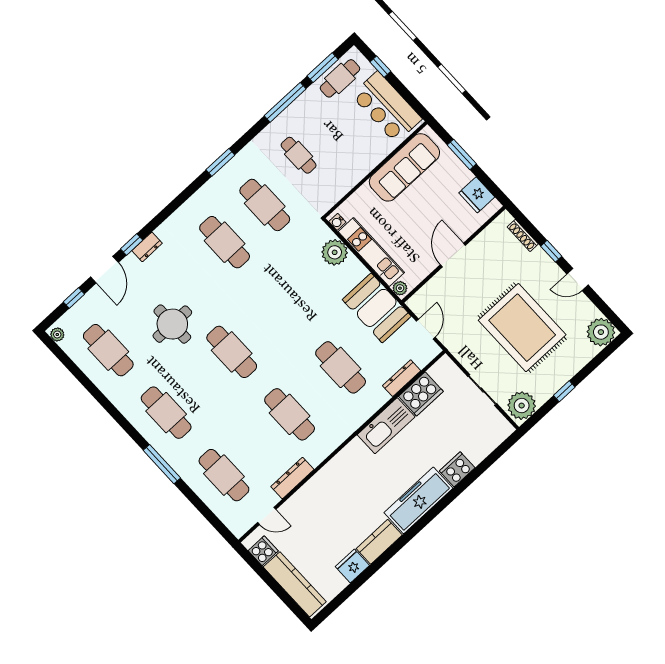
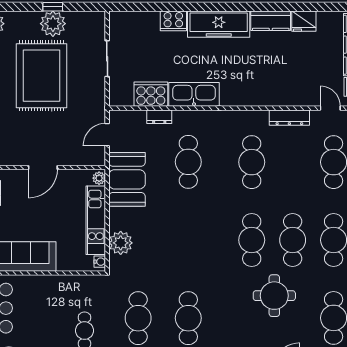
dresser: (402, 378) -> (159, 117), width x0.70
cafe table: (199, 382) -> (293, 240), added
plant: (522, 406) -> (53, 24), moved

